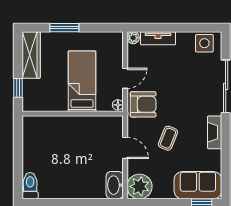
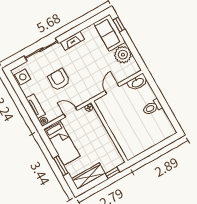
bed: (82, 81) -> (62, 143), moved, turned -90
armchair: (143, 104) -> (59, 80), moved
coffee table: (168, 138) -> (92, 66), removed
toilet: (30, 186) -> (152, 107), moved
plant: (140, 186) -> (123, 55), moved

